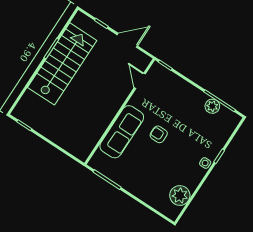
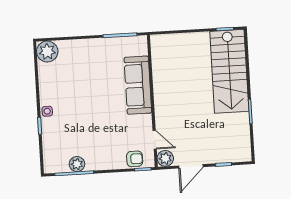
plant: (142, 61) -> (165, 158), added
stairs: (62, 64) -> (229, 71), moved
armchair: (159, 134) -> (135, 159), moved
plant: (180, 195) -> (47, 52), moved

